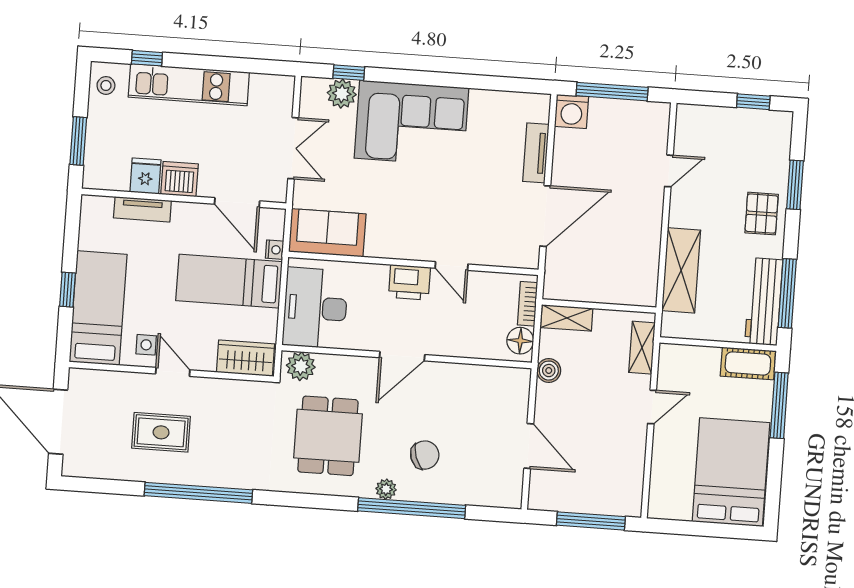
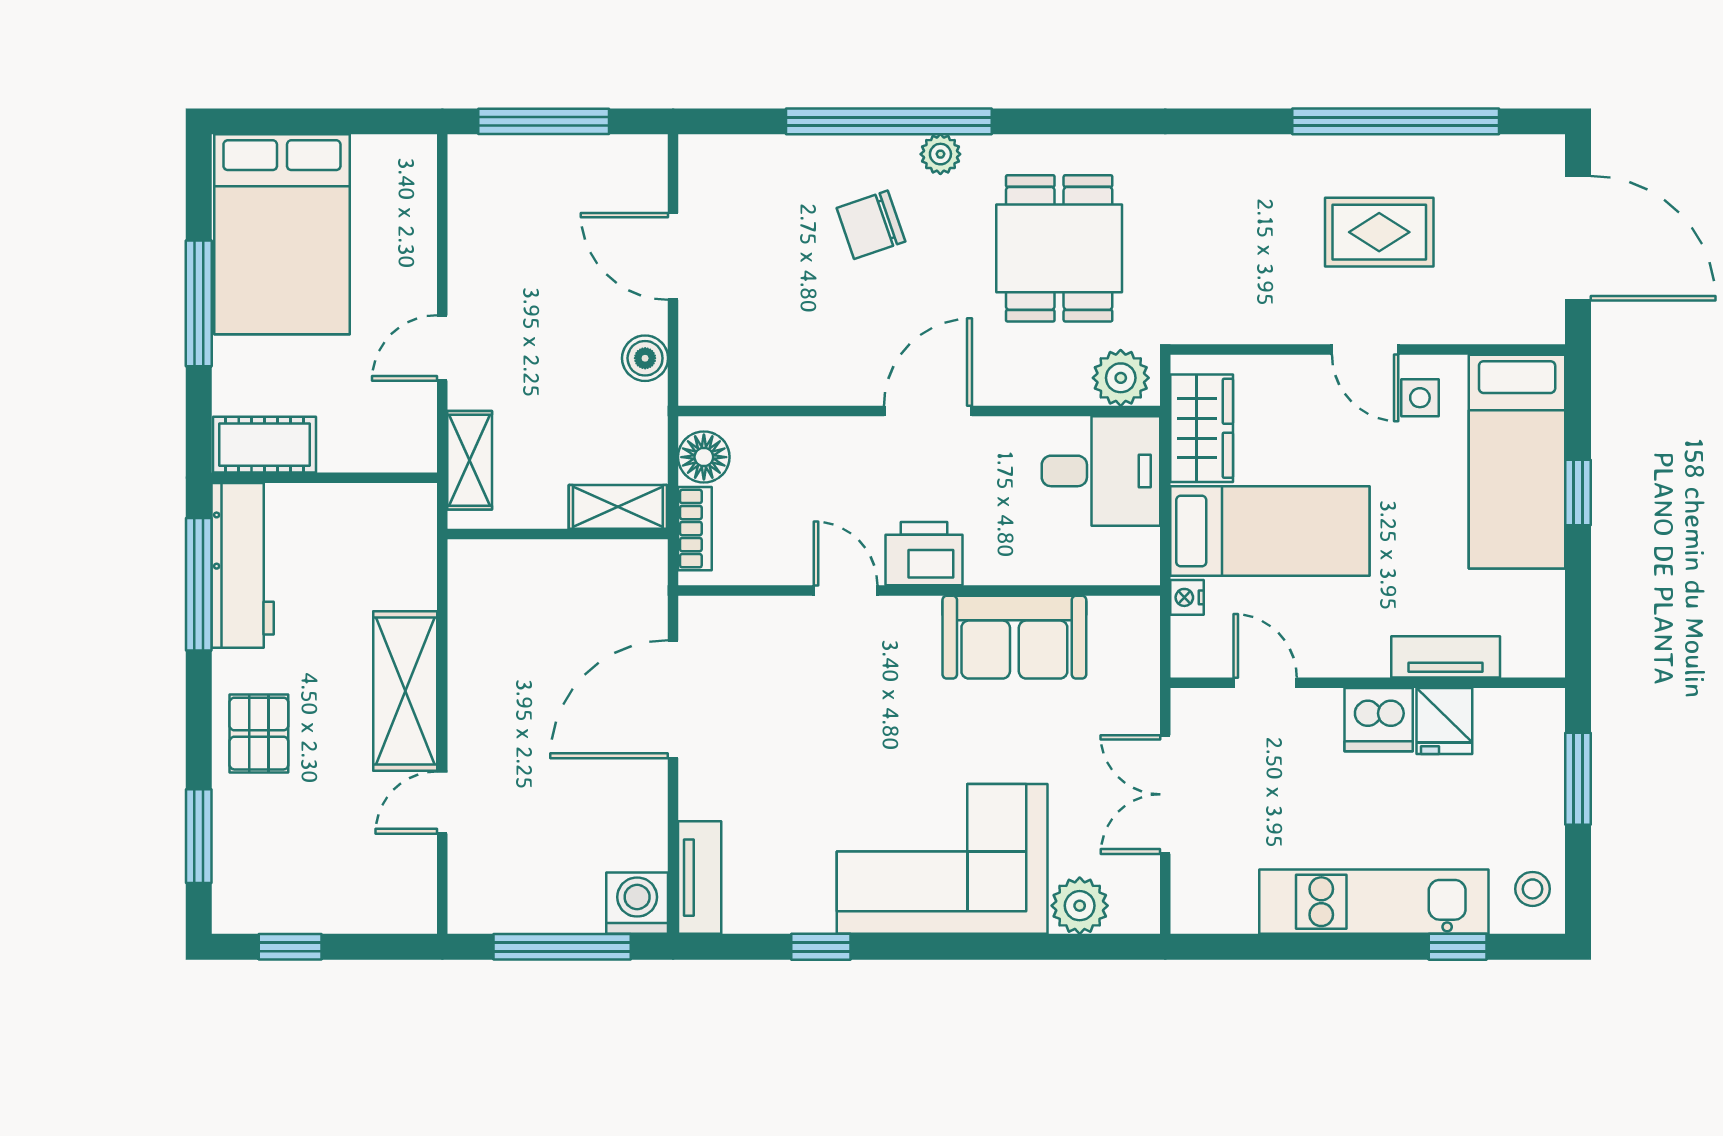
window: (349, 73) -> (821, 947), moved
tv unit: (536, 153) -> (700, 878), moved
window: (795, 185) -> (199, 836), moved
door: (237, 203) -> (1265, 683), width x0.73
sofa: (327, 233) -> (1014, 637), moved
shelving: (681, 270) -> (405, 691), moved
desk: (315, 308) -> (1101, 471), width x0.73
wardrobe: (246, 358) -> (1202, 428), moved, turned -90
boiler: (549, 371) -> (645, 358), moved
window: (779, 405) -> (199, 303), moved
window: (198, 493) -> (1396, 121), moved

